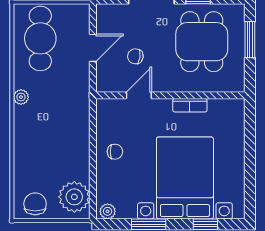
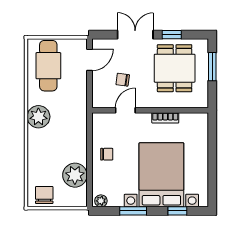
door: (93, 48) -> (89, 60), moved
plant: (21, 97) -> (38, 117), width x1.88, depth x1.88
plant: (74, 197) -> (75, 175), moved

